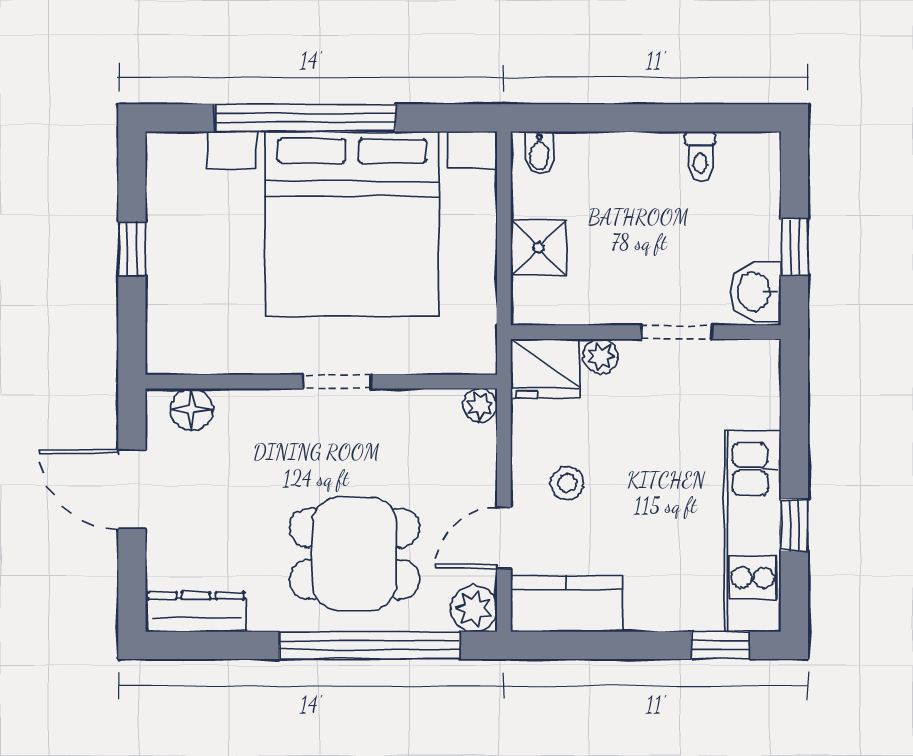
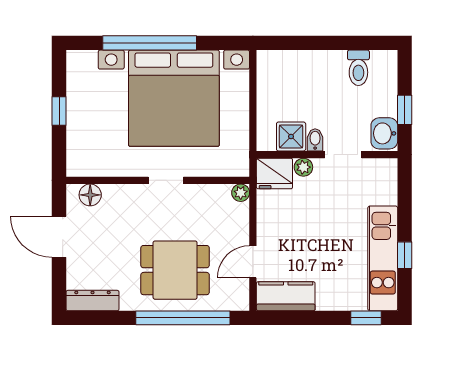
bidet: (539, 153) -> (315, 140), moved, turned 180
toilet: (700, 156) -> (358, 68), width x1.37, depth x1.39
shower: (538, 247) -> (291, 136), moved
stool: (567, 483) -> (286, 233), removed
plant: (474, 609) -> (237, 299), removed

